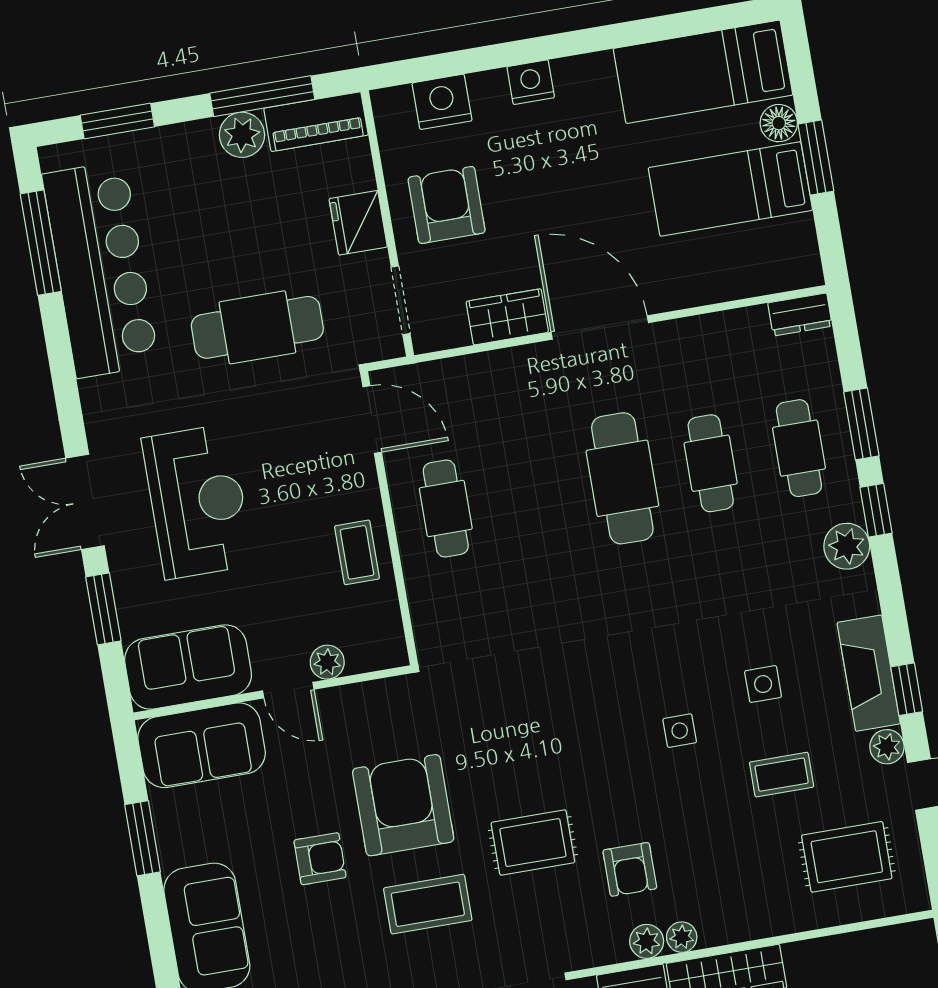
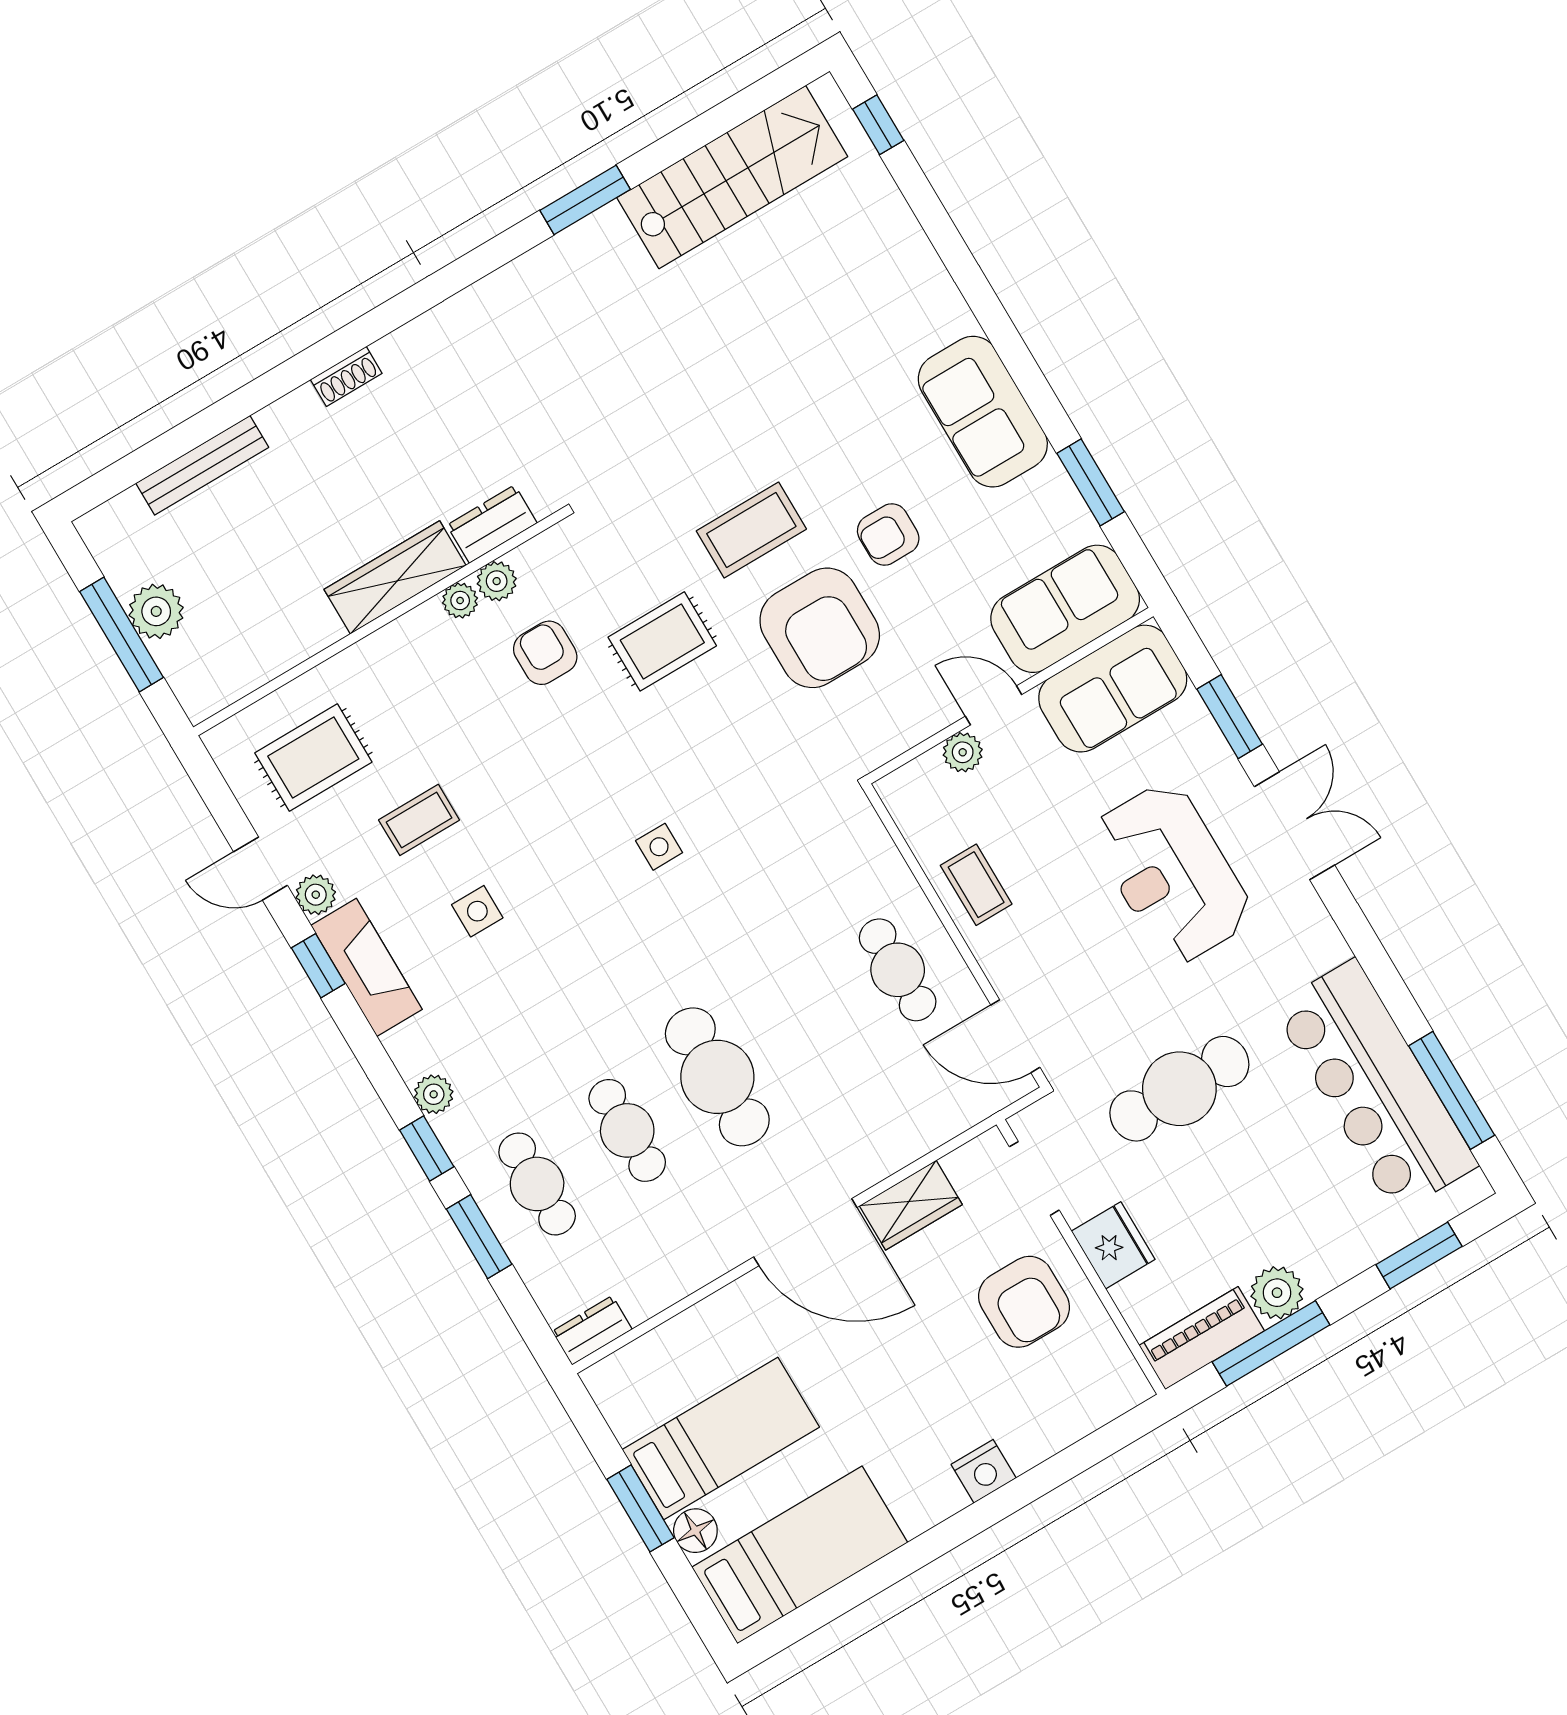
nightstand: (442, 102) -> (1072, 1413), removed
plant: (847, 546) -> (434, 1094), width x0.73, depth x0.73
side table: (680, 731) -> (659, 847), moved

